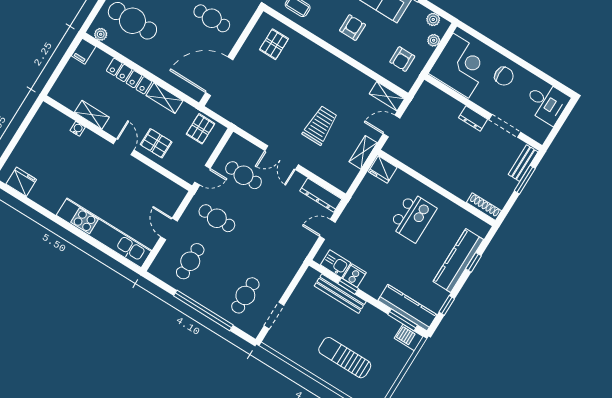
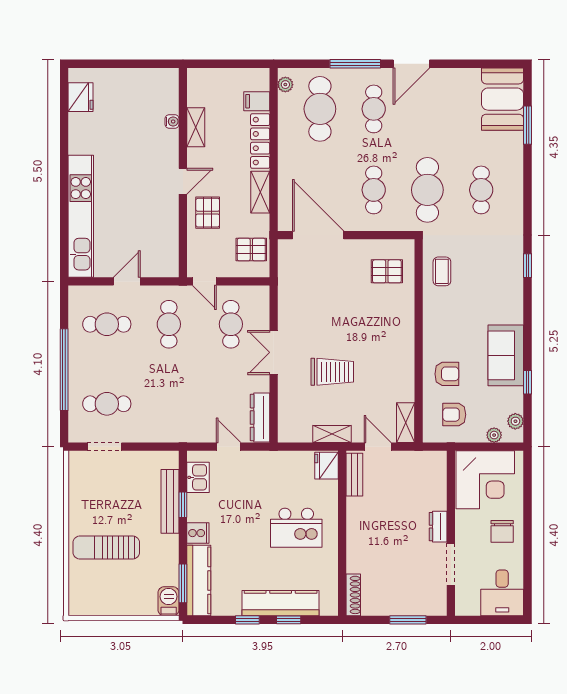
armchair: (353, 28) -> (447, 374), moved
filing cabinet: (83, 51) -> (257, 101), moved
bench: (523, 163) -> (354, 475), moved, turned 90
cooker: (354, 276) -> (198, 533), moved
window: (447, 305) -> (247, 620), moved
sun lounger: (345, 358) -> (106, 547), turned -90

